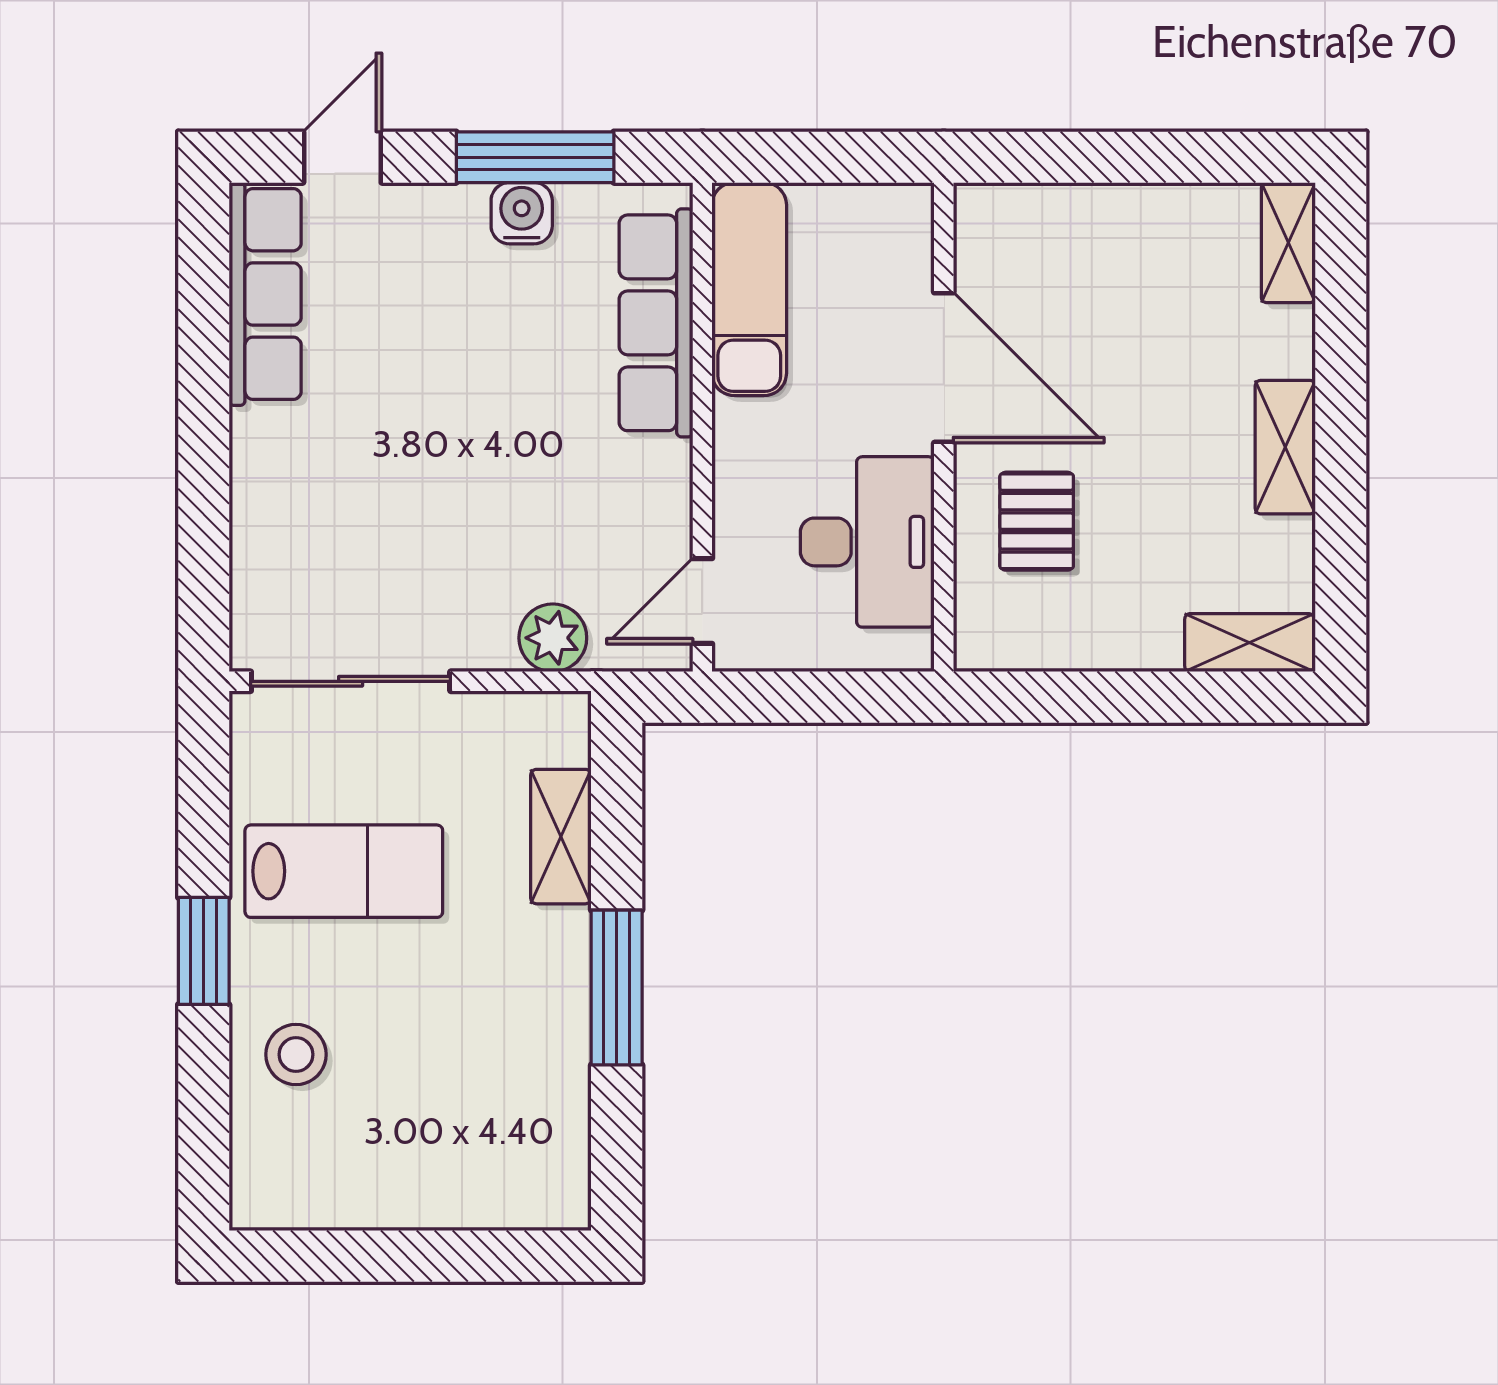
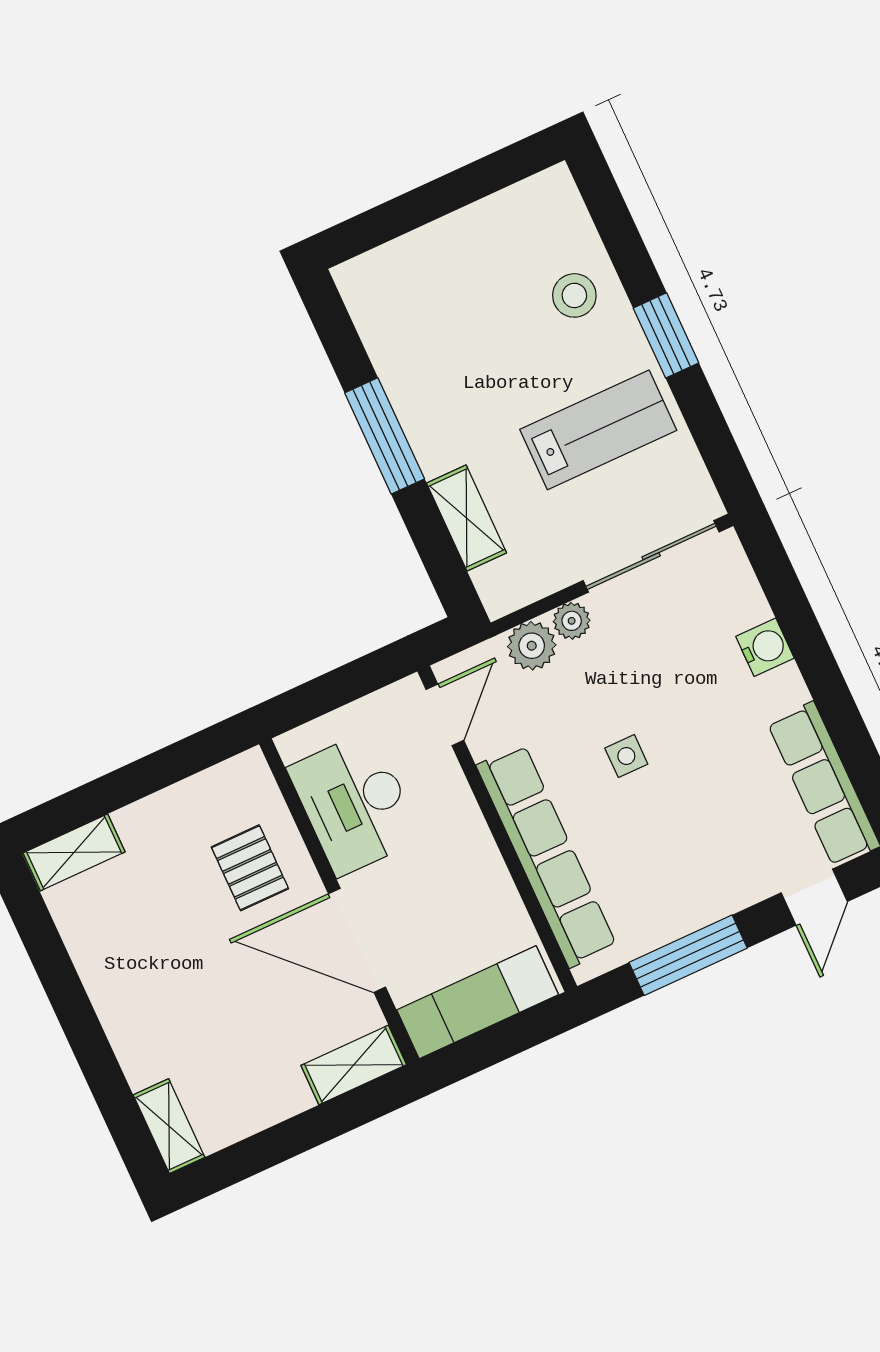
water cooler: (522, 213) -> (765, 647), moved, turned -90
exam couch: (749, 289) -> (478, 1002), moved, turned 90
row of seats: (656, 323) -> (546, 856), width x1.36
side table: (497, 444) -> (626, 756), added
shelving: (1285, 447) -> (354, 1065), moved, turned 90
plant: (488, 646) -> (572, 621), added
lab bench: (344, 871) -> (598, 430), turned 180

